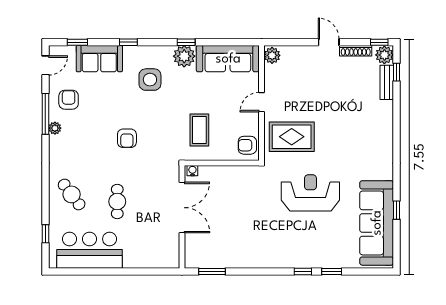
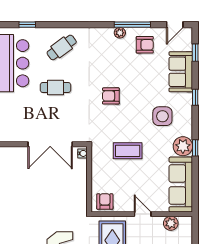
plant: (272, 55) -> (171, 223), moved
door: (45, 65) -> (175, 25), hinge flipped
coffee table: (199, 130) -> (128, 151), moved

